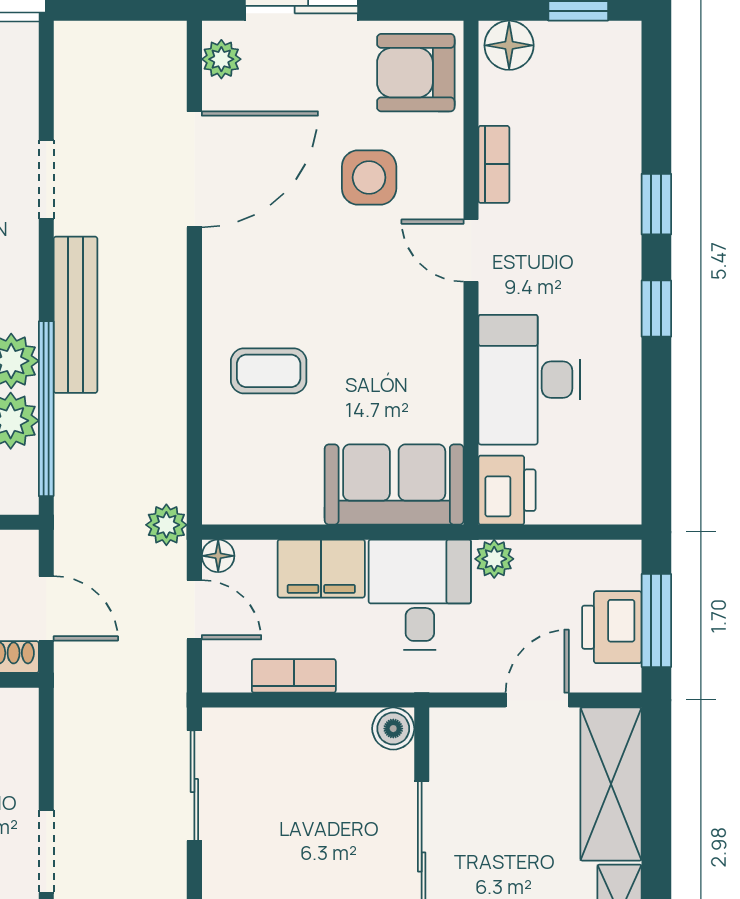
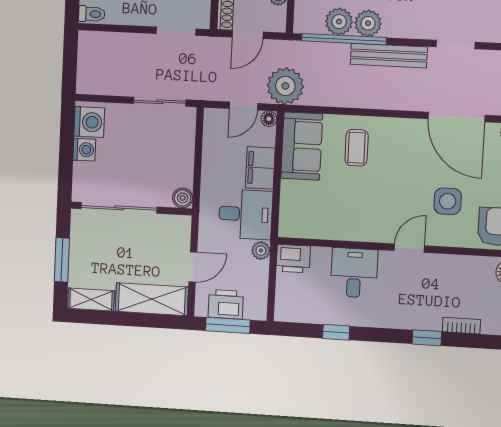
bookcase: (494, 164) -> (461, 326), moved, turned 180
window: (656, 309) -> (336, 332), moved
desk: (529, 380) -> (354, 273), width x0.73
sofa: (394, 485) -> (302, 146), moved
plant: (166, 525) -> (285, 86), width x1.88, depth x1.88
bookcase: (294, 676) -> (210, 152), removed
door: (537, 700) -> (193, 267), hinge flipped
doorway: (46, 851) -> (176, 31), moved

